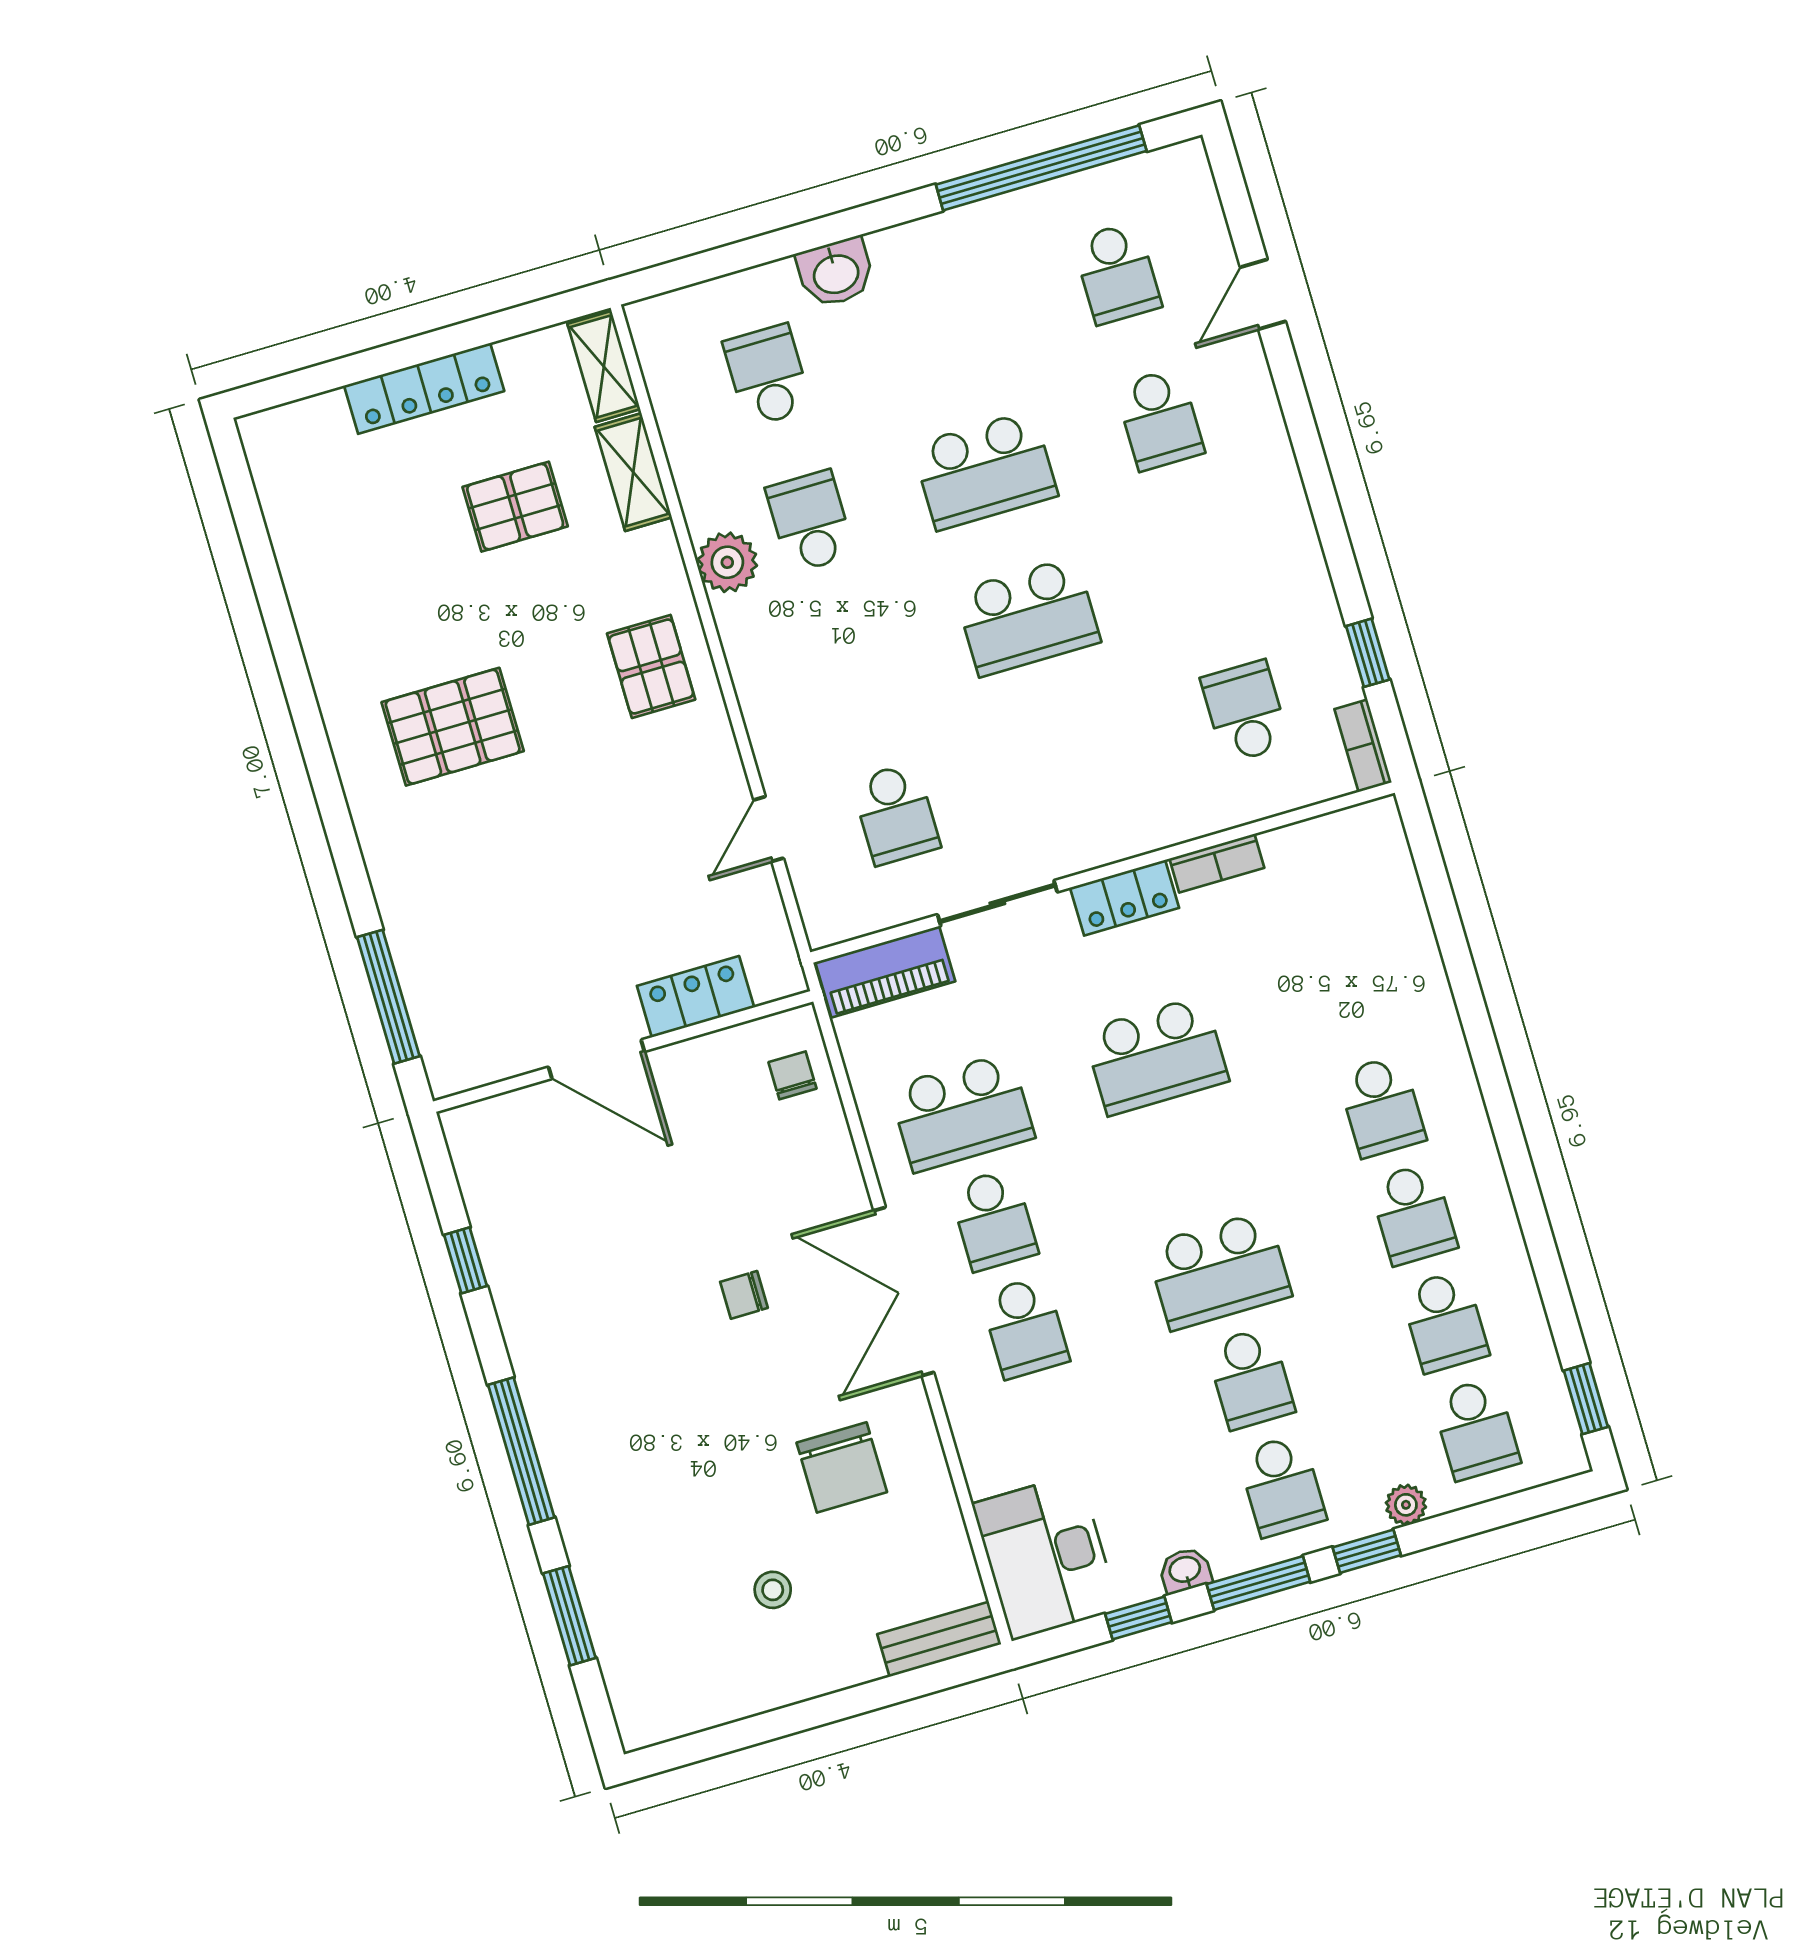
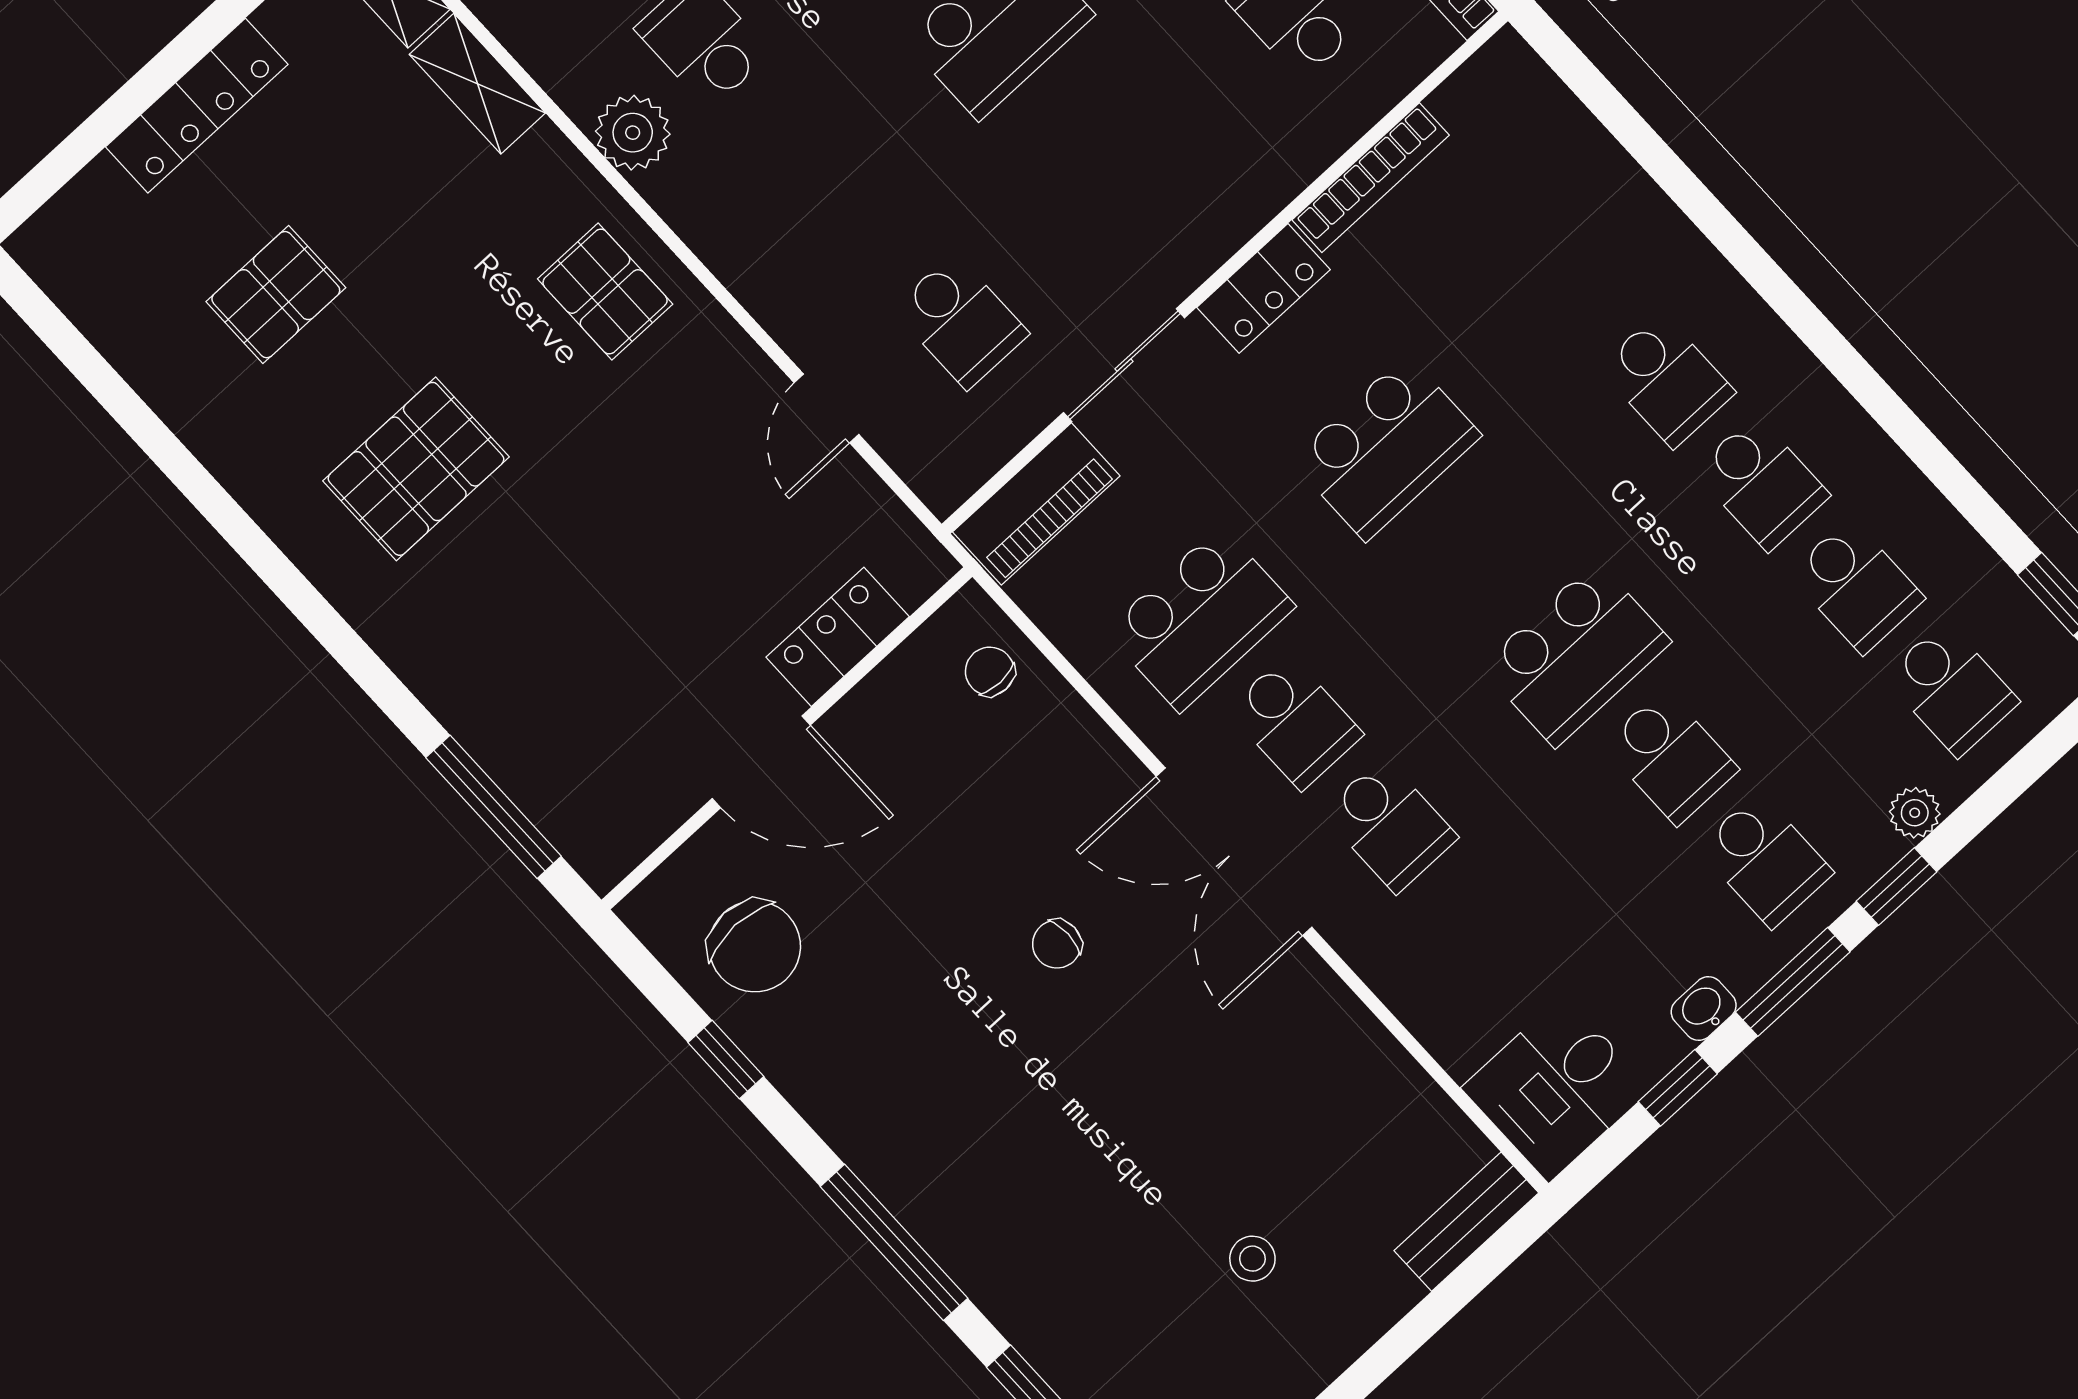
pallet: (515, 507) -> (276, 295), moved
bookcase: (1217, 863) -> (1371, 178), width x1.56
chair: (842, 1467) -> (755, 946), moved
desk: (1046, 1557) -> (1556, 1088), width x0.73

